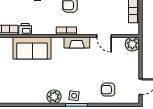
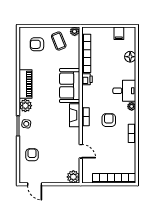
door: (104, 36) -> (81, 151), swing flipped
fireplace: (77, 43) -> (75, 115), moved
piano: (30, 97) -> (26, 84), added

